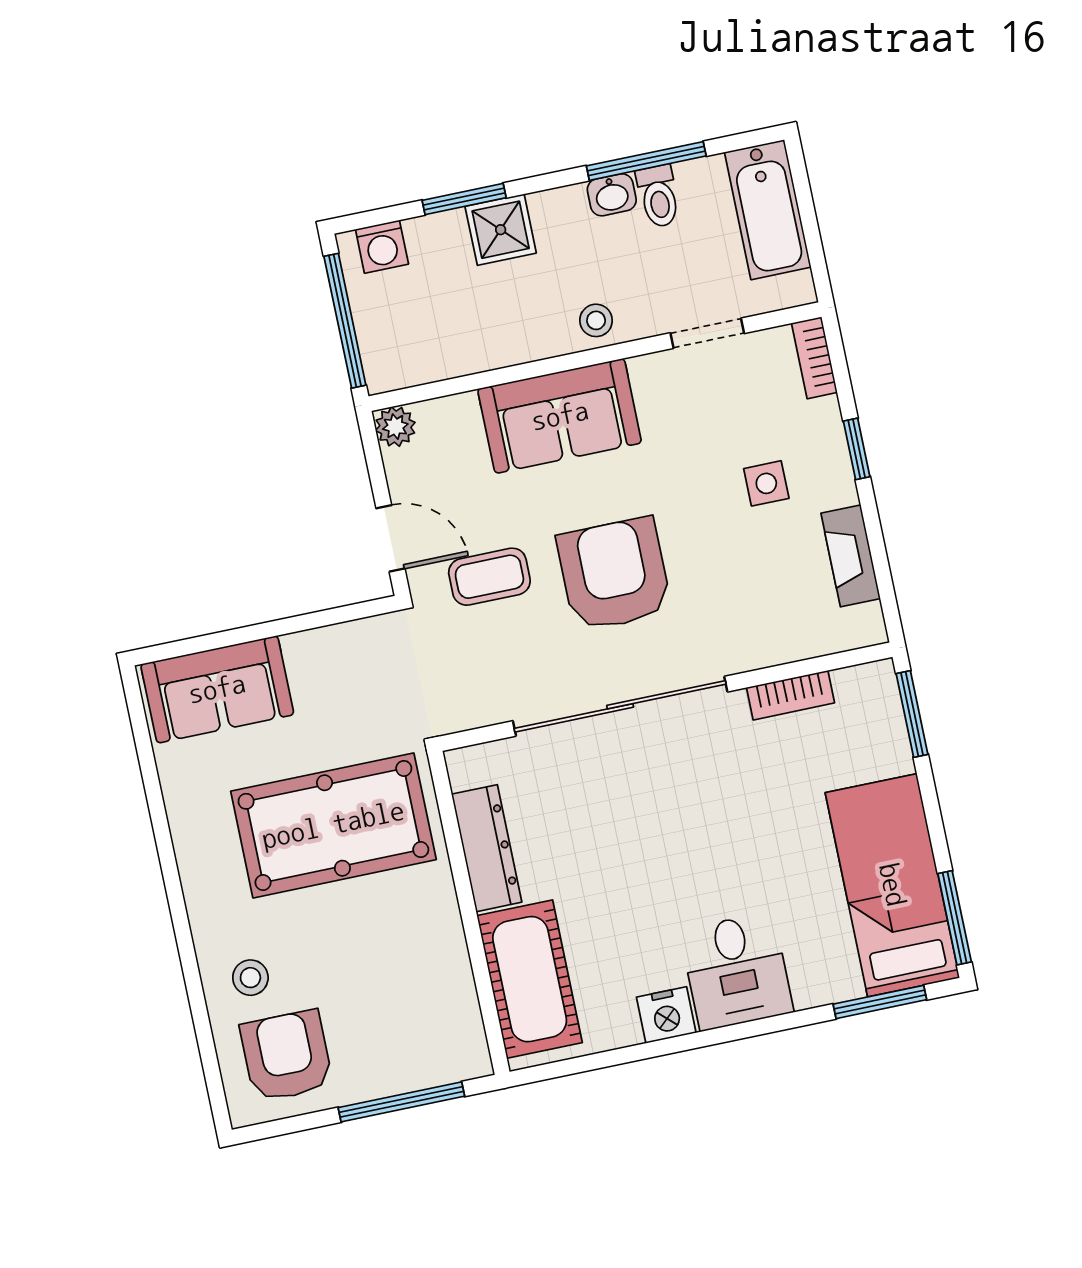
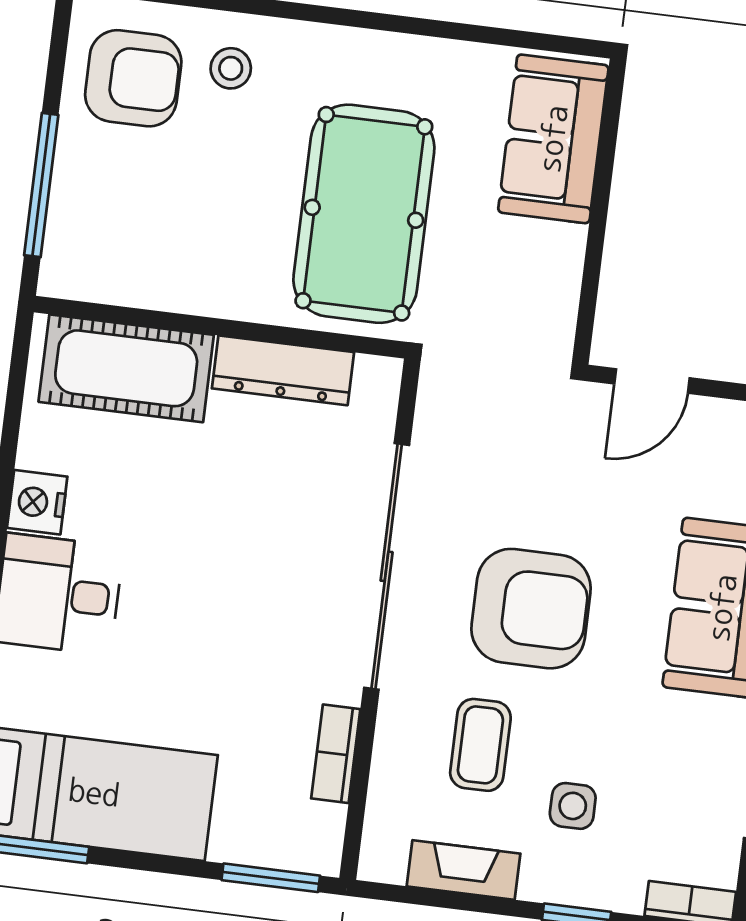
coffee table: (489, 577) -> (480, 745), moved

